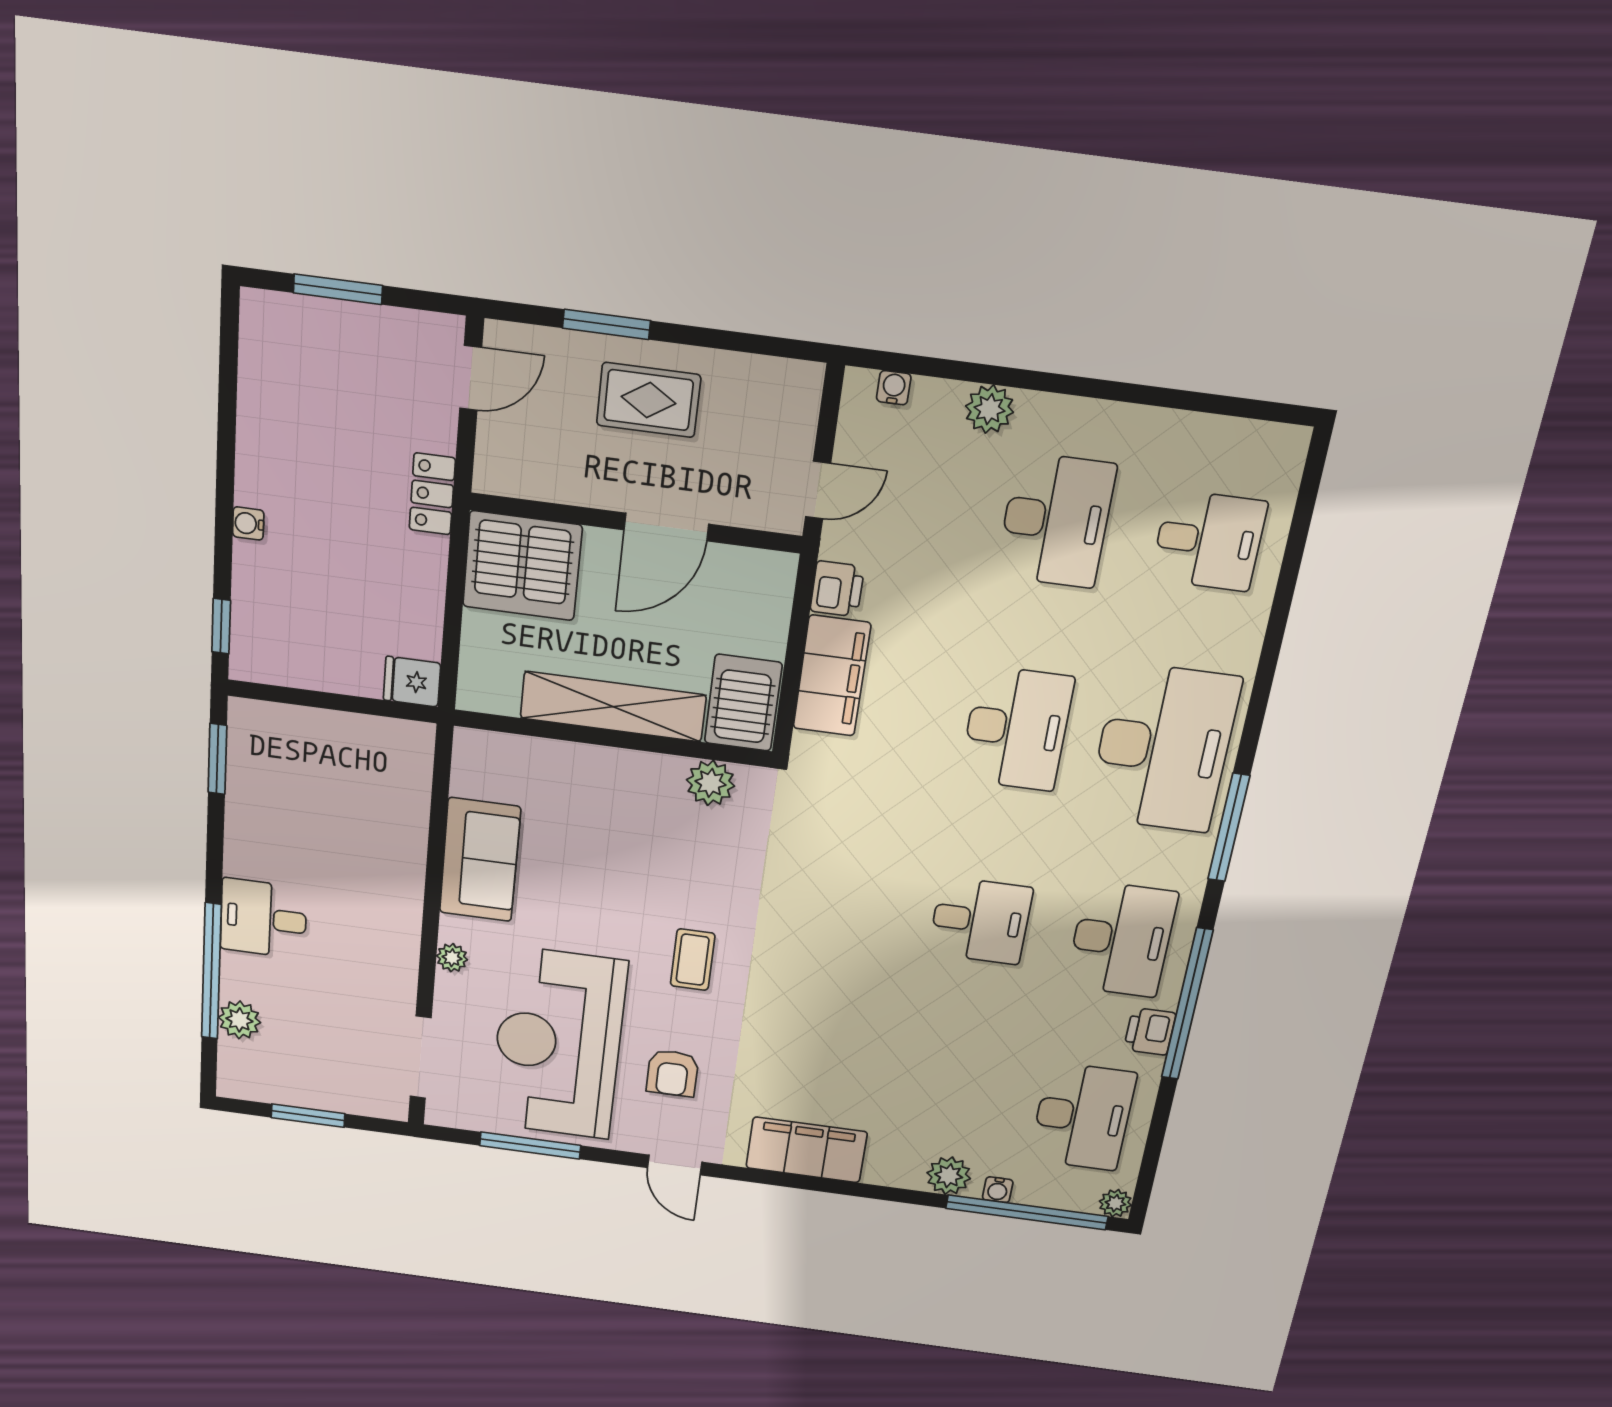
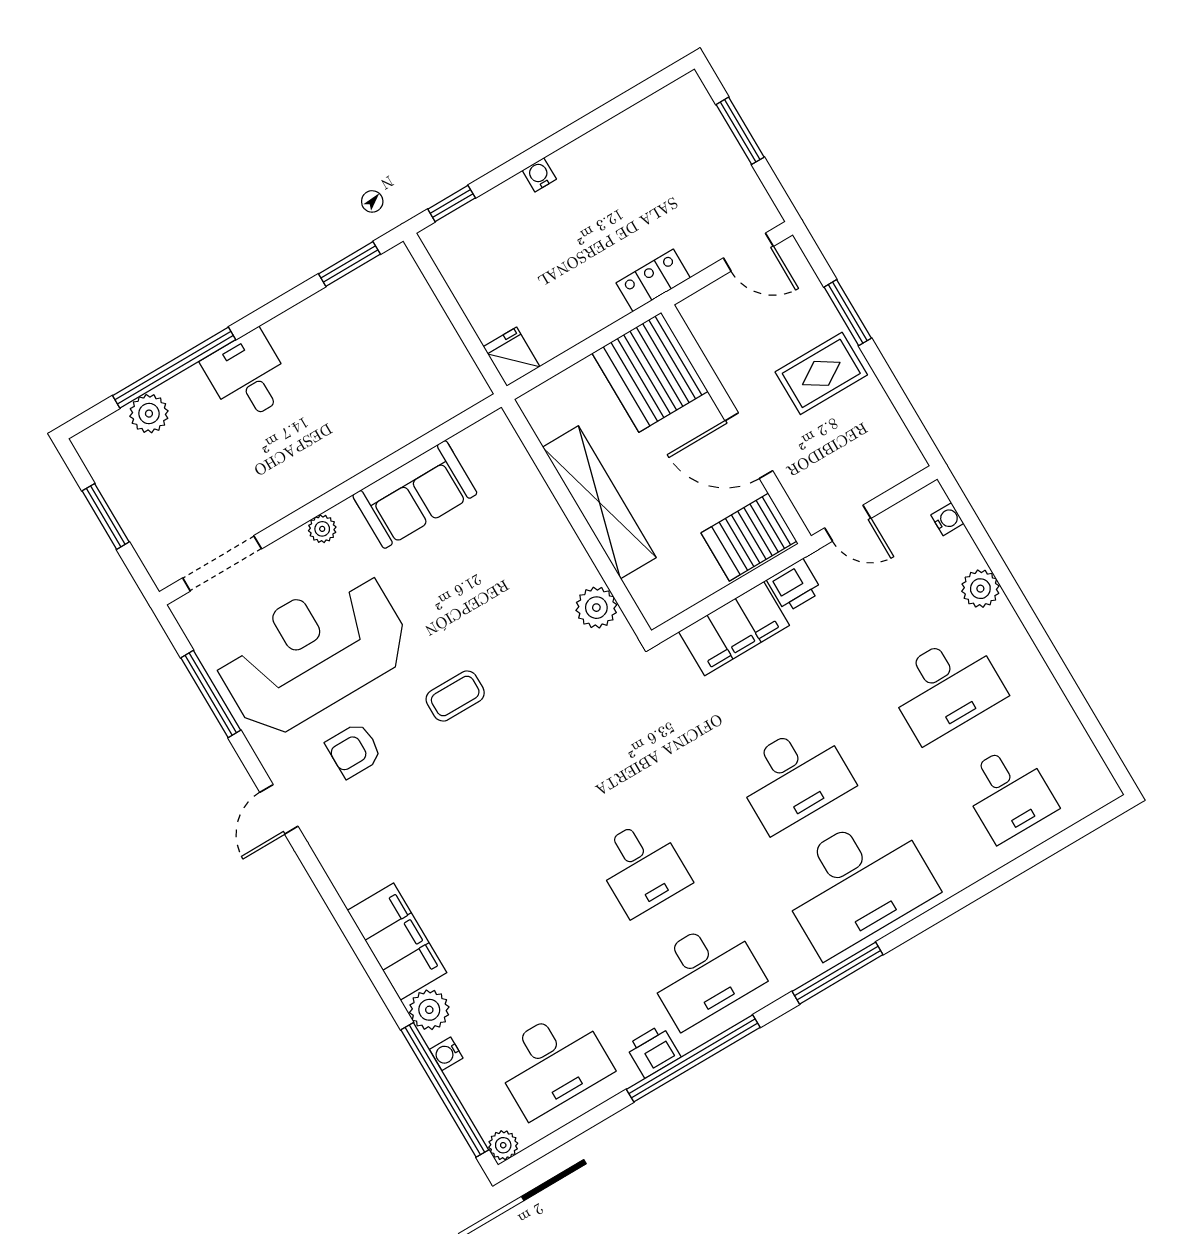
rug: (649, 400) -> (821, 373), turned 90
server rack: (743, 703) -> (749, 537), moved, turned 180
filing cabinet: (807, 1150) -> (397, 942), moved

